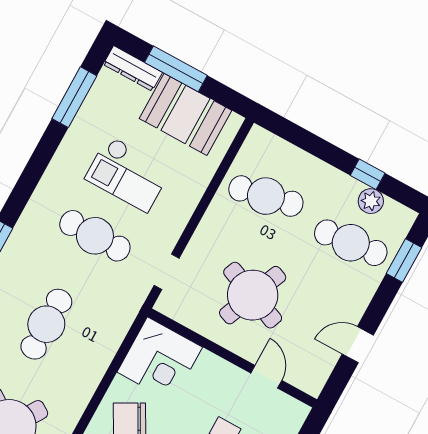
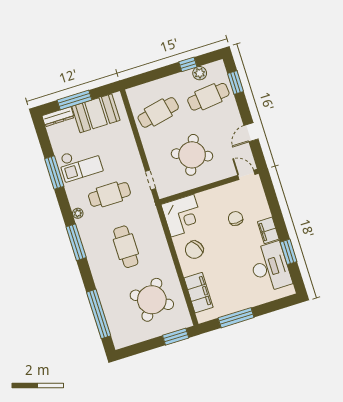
window: (74, 97) -> (54, 172), moved
checkout: (128, 174) -> (80, 163), moved
plant: (30, 218) -> (78, 213), added
door: (266, 377) -> (246, 175), moved

